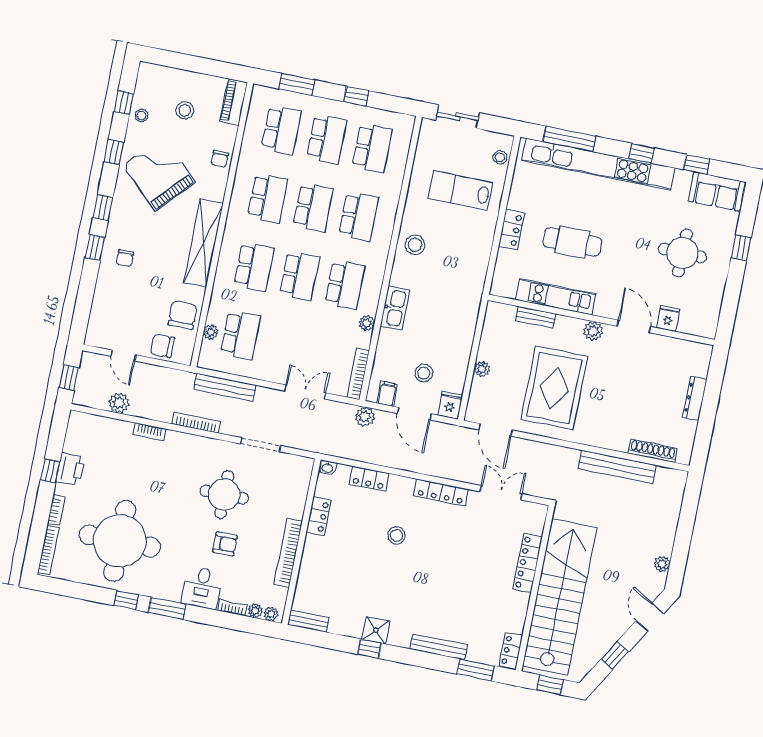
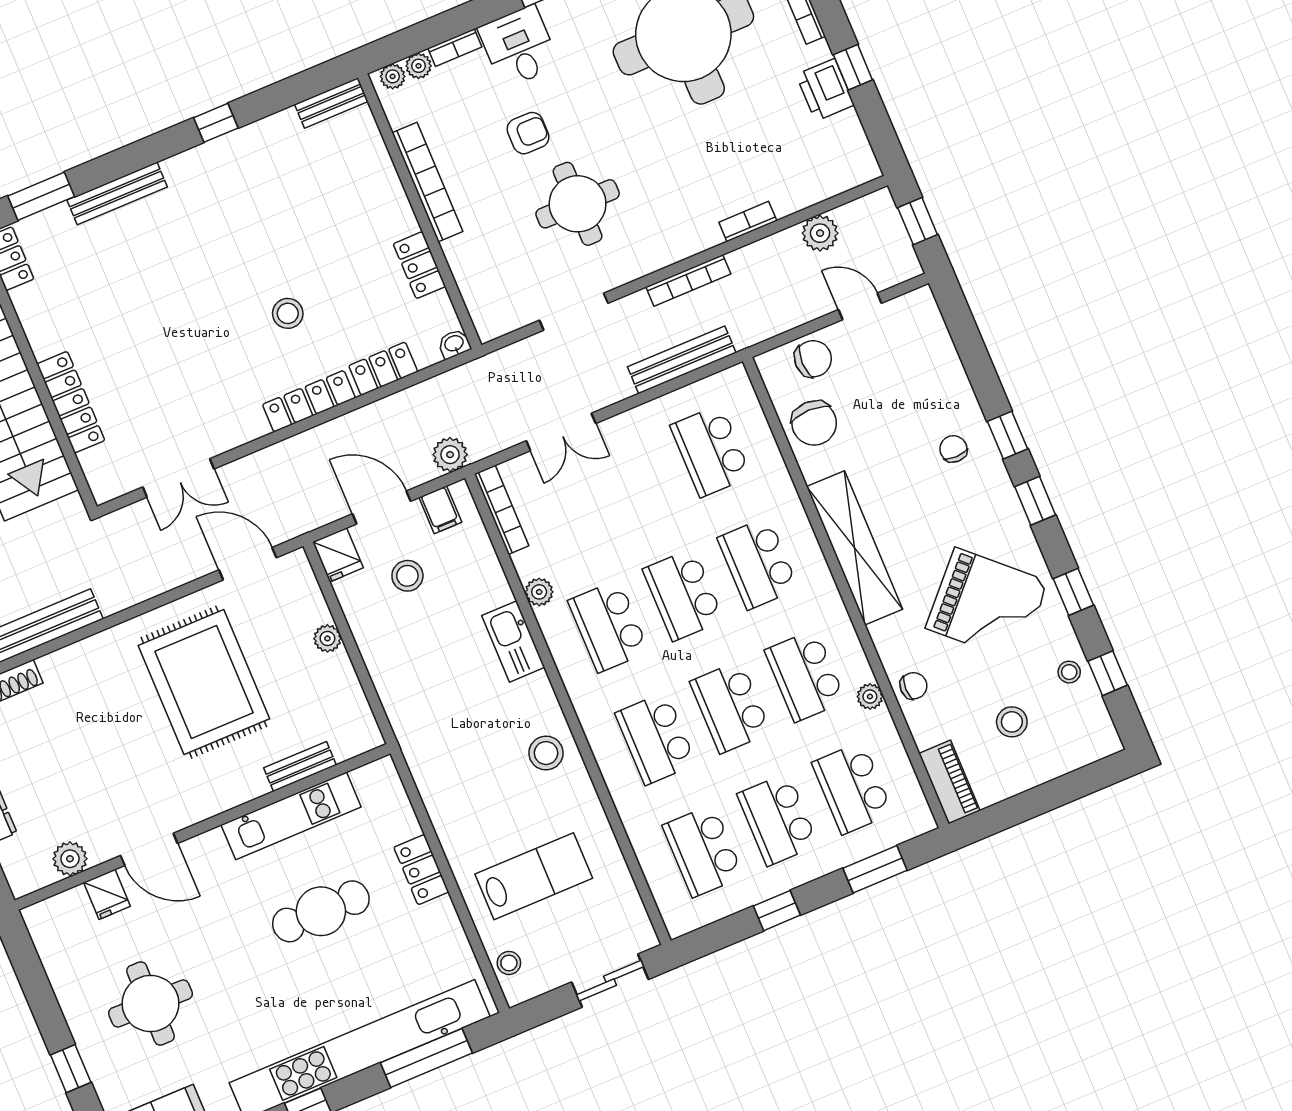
chair: (220, 159) -> (913, 686), turned 90
plant: (593, 331) -> (70, 859), moved
plant: (211, 332) -> (870, 697), moved
locker: (441, 493) -> (309, 401), moved
armchair: (225, 544) -> (528, 133), turned 180
shower: (376, 630) -> (225, 156), removed

